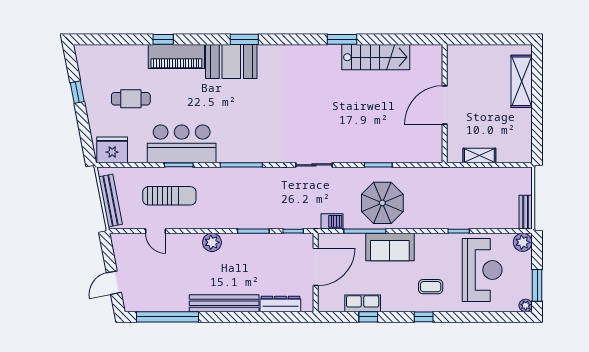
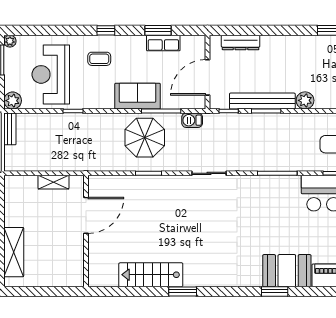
door: (445, 105) -> (86, 215), moved
bench: (224, 303) -> (262, 101), moved
window: (368, 317) -> (158, 30), width x1.50

